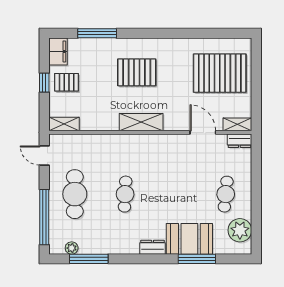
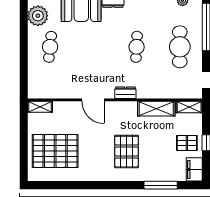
pallet: (137, 72) -> (127, 152), turned 90
shelving: (141, 122) -> (156, 109), moved
door: (203, 132) -> (93, 100), moved
dresser: (239, 141) -> (125, 93), moved

